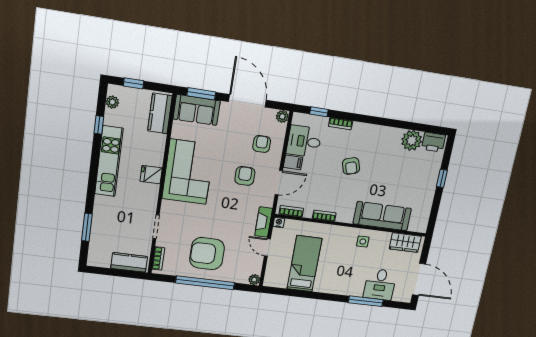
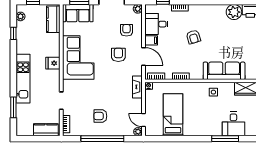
kitchen unit: (109, 161) -> (23, 79), moved
door: (279, 183) -> (143, 56), hinge flipped
door: (267, 247) -> (143, 120), moved
armchair: (207, 254) -> (100, 116), width x0.53, depth x0.53

